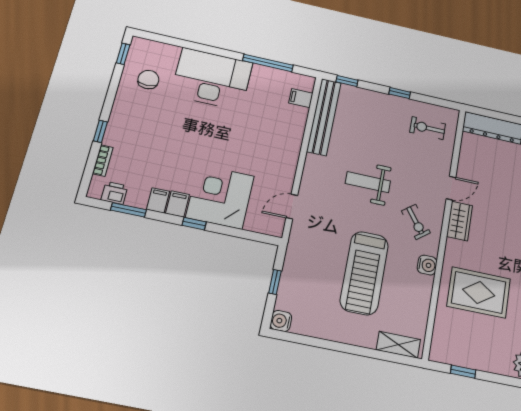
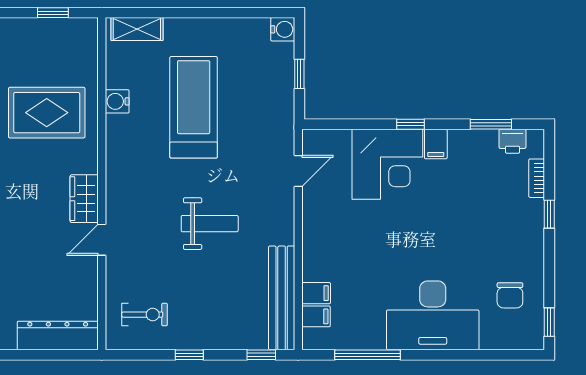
filing cabinet: (158, 200) -> (316, 293), moved, turned -90
exercise bike: (416, 222) -> (140, 185), removed
water cooler: (427, 265) -> (117, 101), moved

